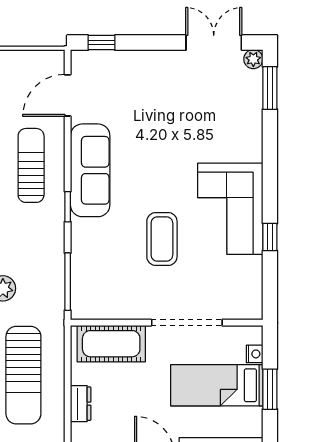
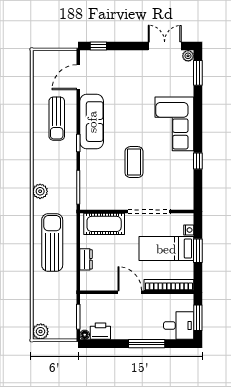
sun lounger: (31, 165) -> (57, 119), turned 180
corner sofa: (230, 209) -> (174, 124), moved
sun lounger: (23, 375) -> (52, 243), turned 180

